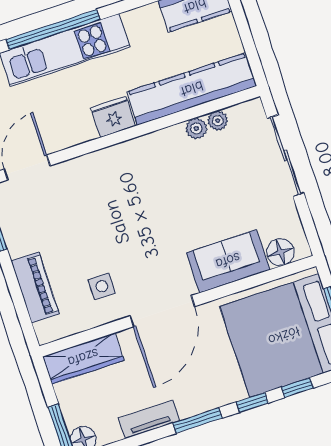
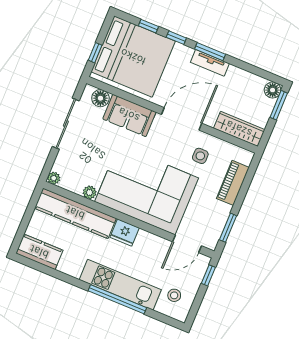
plant: (218, 121) -> (54, 178), moved
sliding door: (285, 156) -> (66, 124), moved
corner sofa: (131, 190) -> (147, 190), added
tv unit: (149, 419) -> (210, 63), moved

